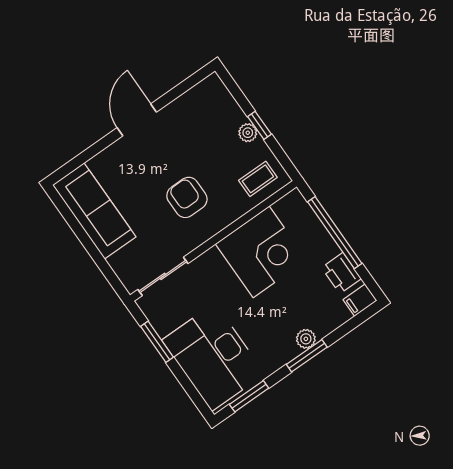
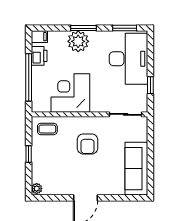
plant: (248, 133) -> (37, 189), moved
plant: (306, 339) -> (78, 41), width x1.88, depth x1.88
window: (157, 342) -> (150, 85), width x0.67

